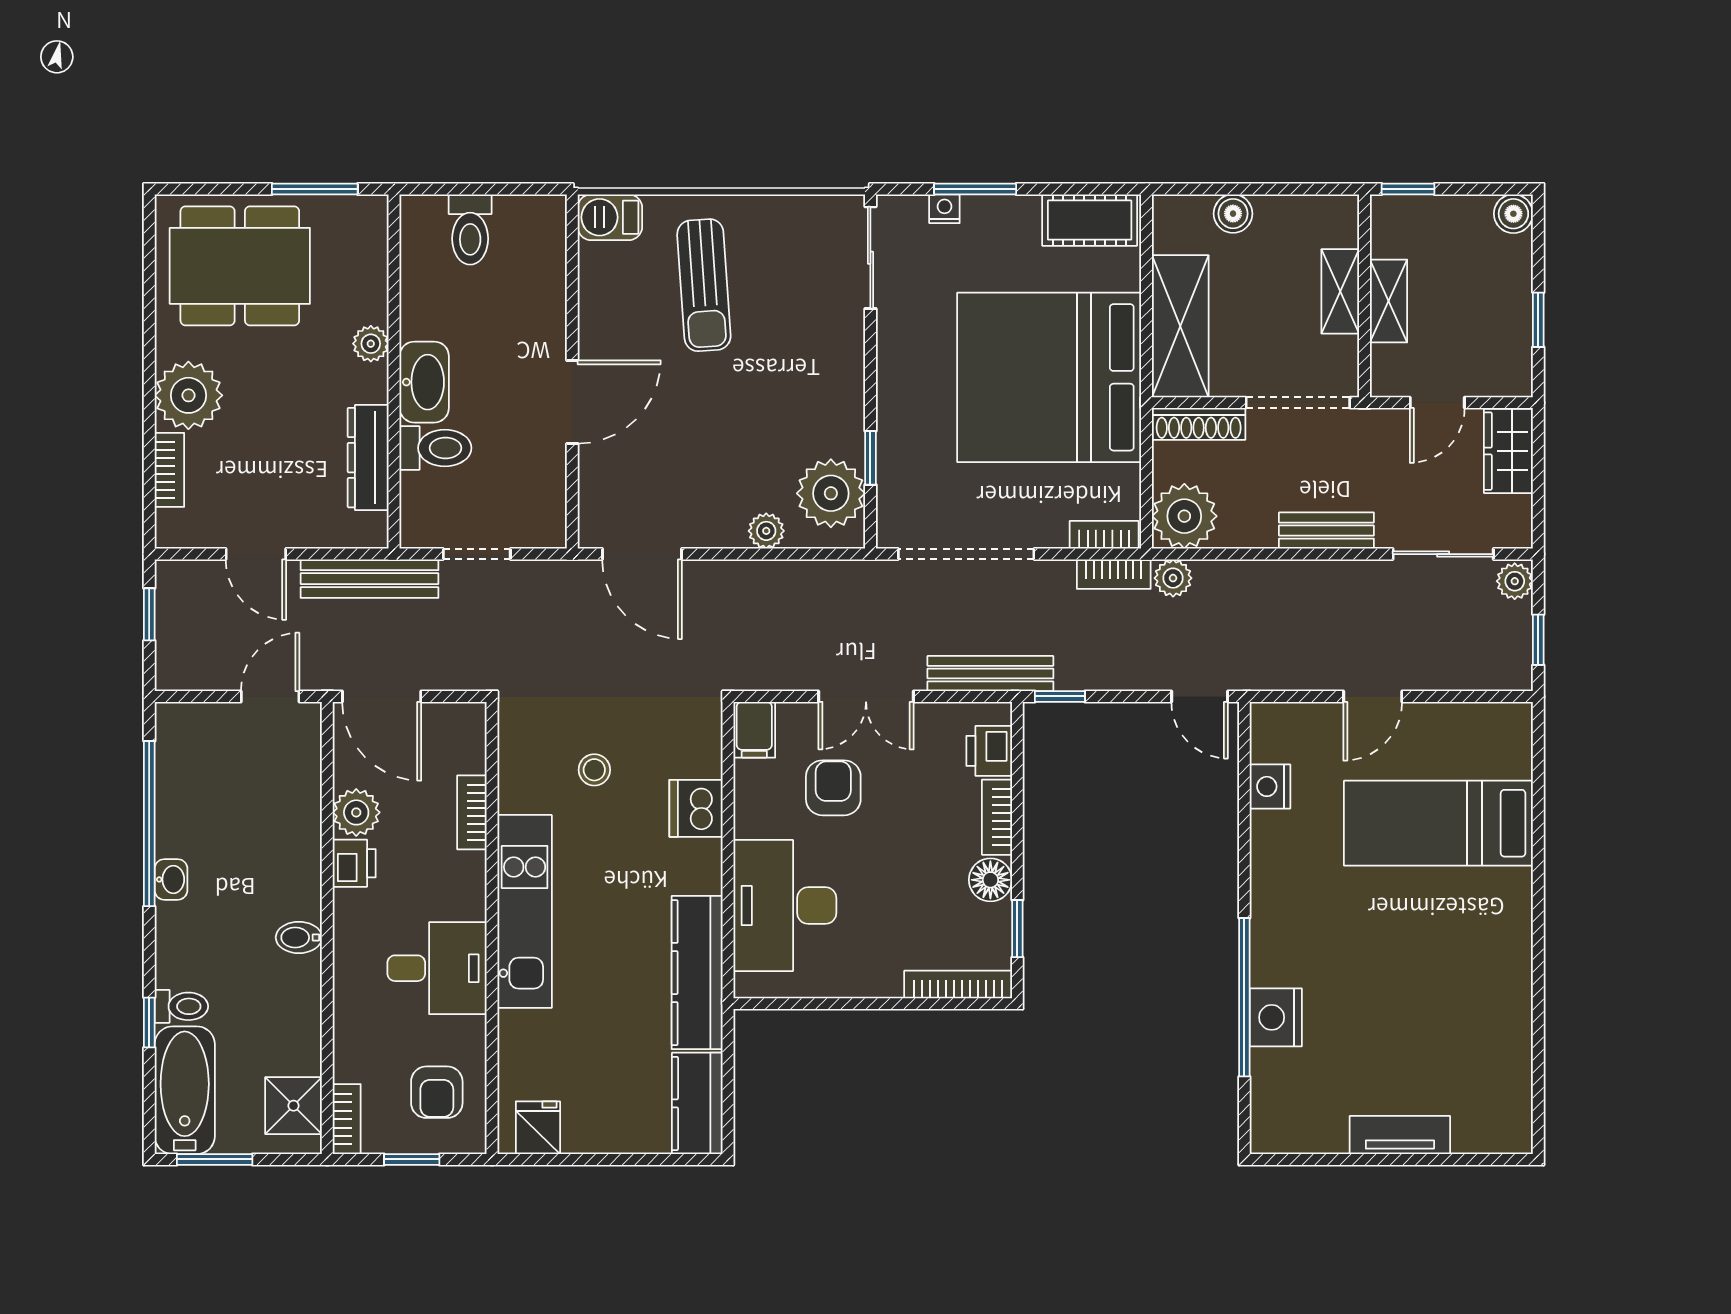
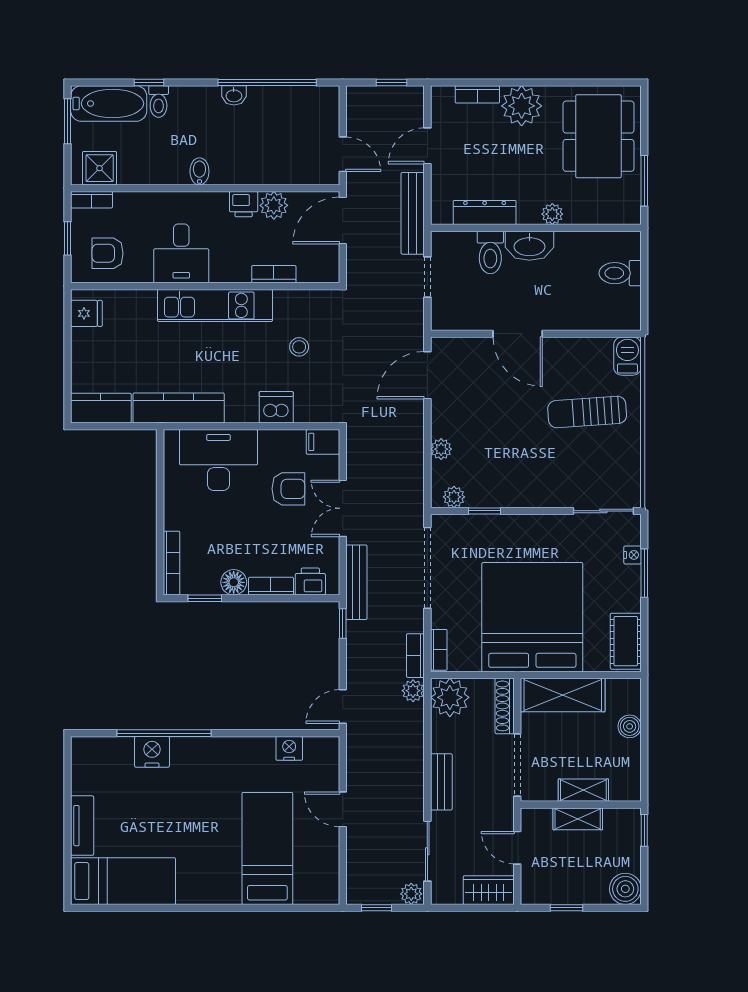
boiler: (1513, 214) -> (625, 889), width x1.36, depth x1.36
plant: (831, 493) -> (454, 497), width x0.53, depth x0.53
bed: (1493, 1066) -> (123, 881), added

